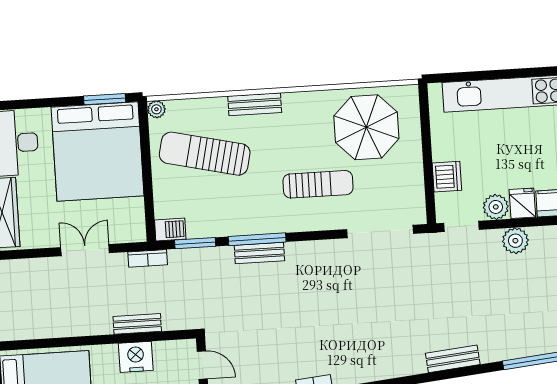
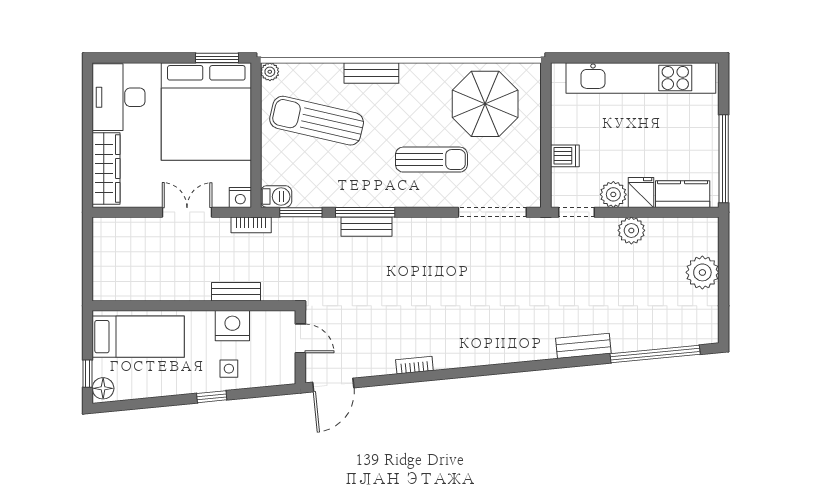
dishwasher: (447, 177) -> (565, 156), width x0.73
nightstand: (136, 233) -> (240, 197), added
bench: (453, 359) -> (583, 346), moved

